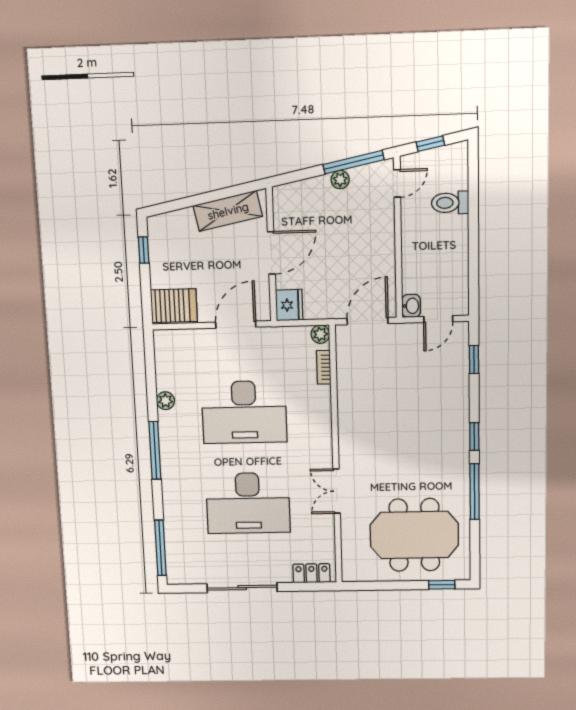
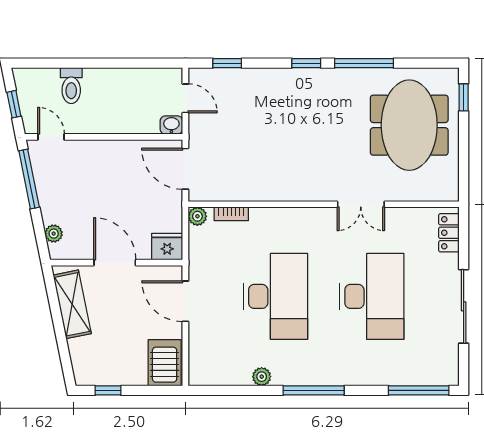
plant: (340, 180) -> (54, 234), moved

